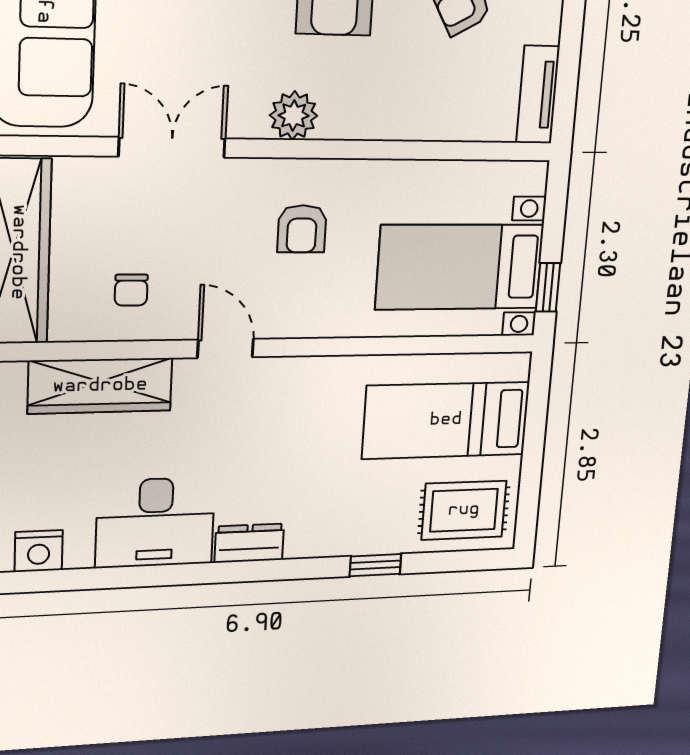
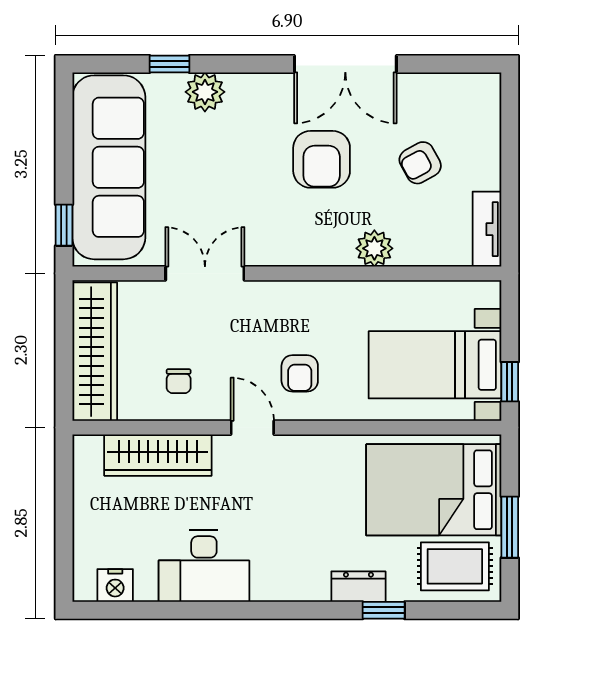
plant: (294, 116) -> (374, 248), moved
armchair: (302, 229) -> (300, 373), moved
bed: (446, 420) -> (434, 490), width x1.50
window: (532, 462) -> (510, 527), added
dresser: (249, 543) -> (358, 587), moved

